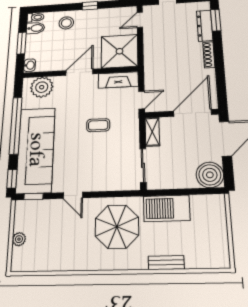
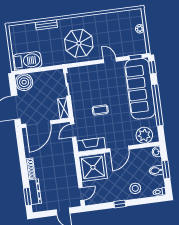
bidet: (36, 28) -> (156, 170), moved
barbecue: (167, 208) -> (27, 61), moved

